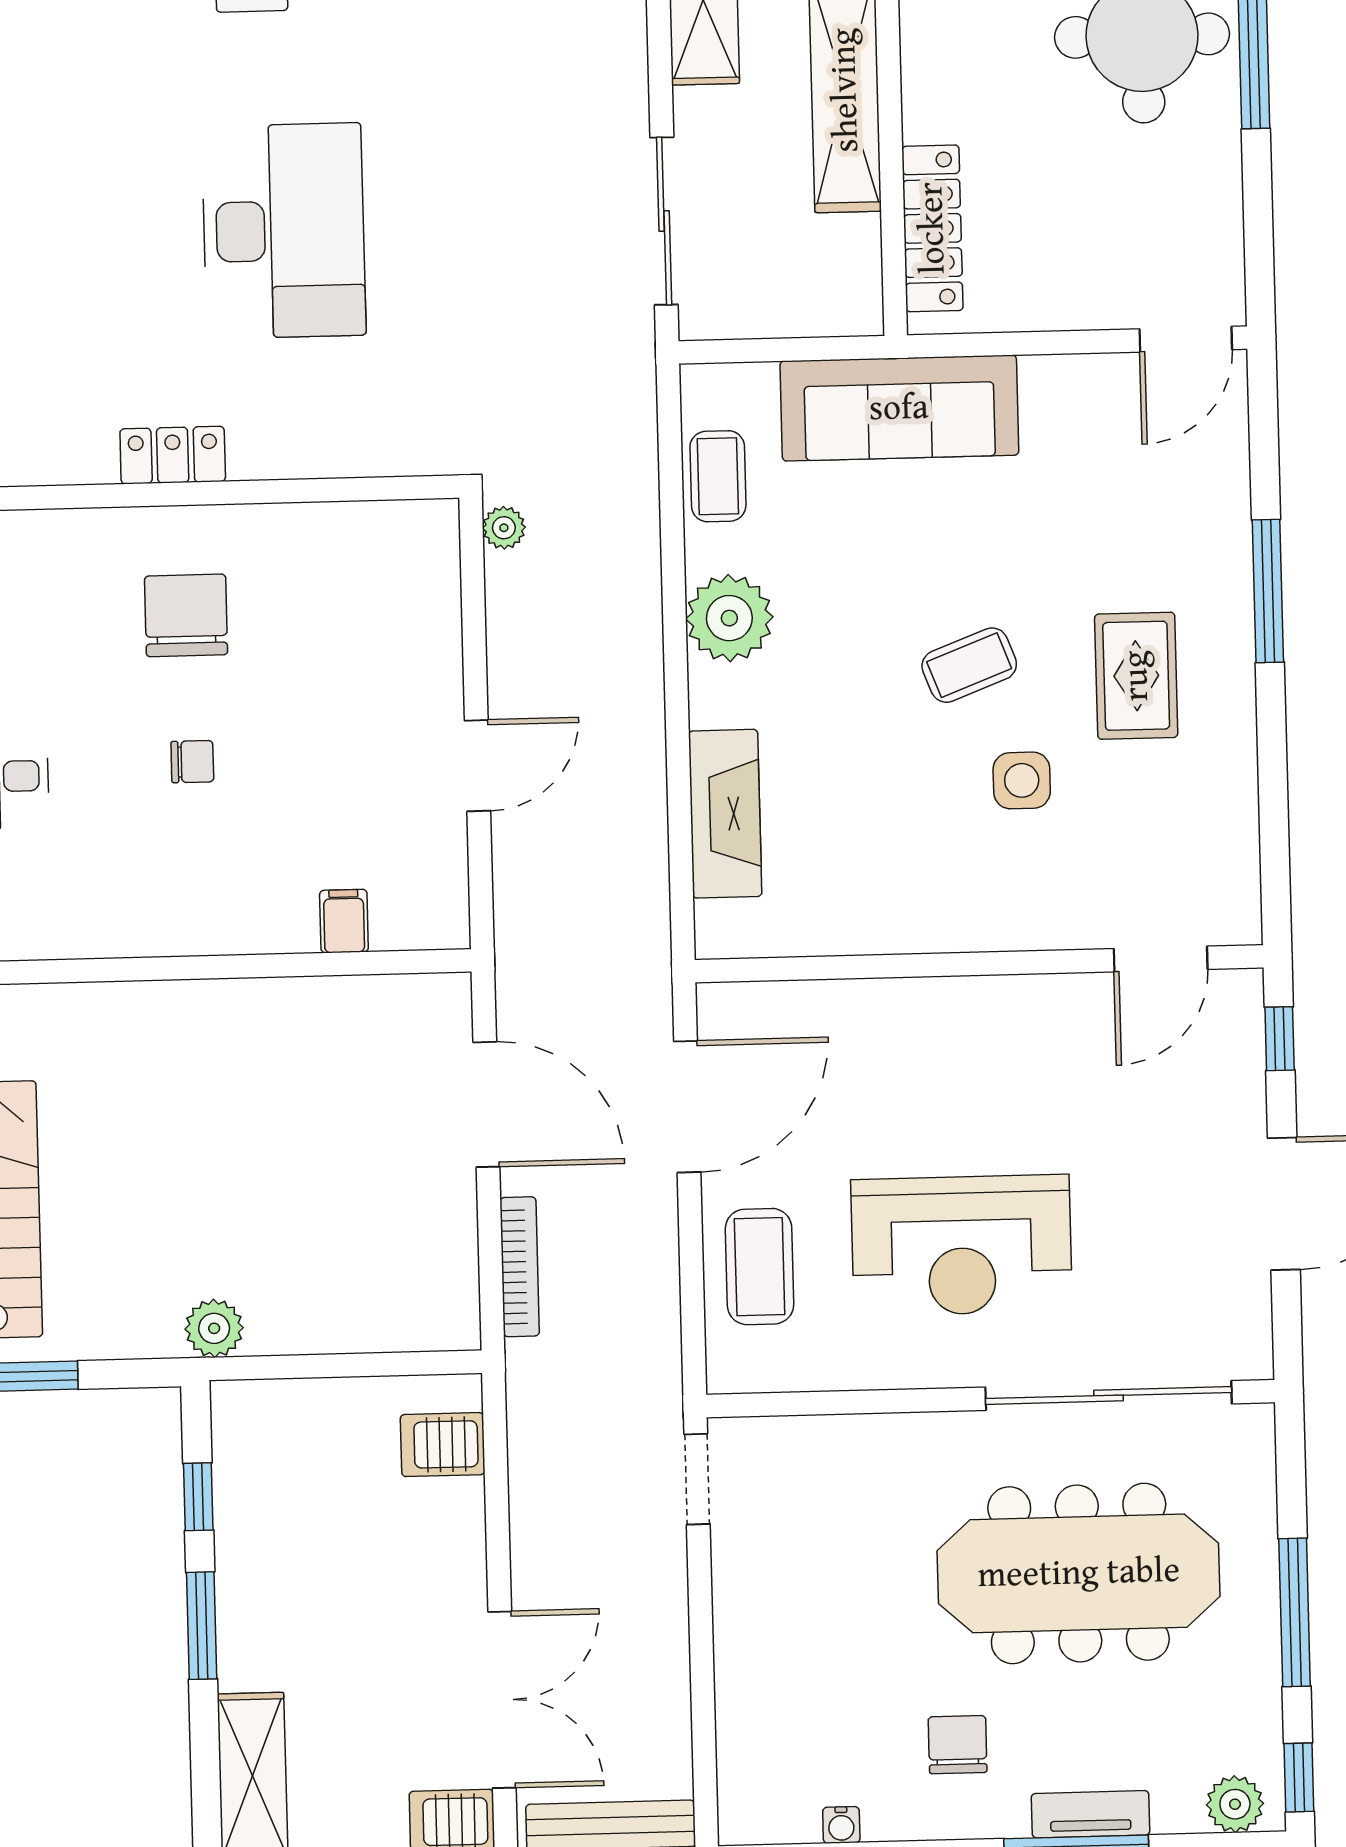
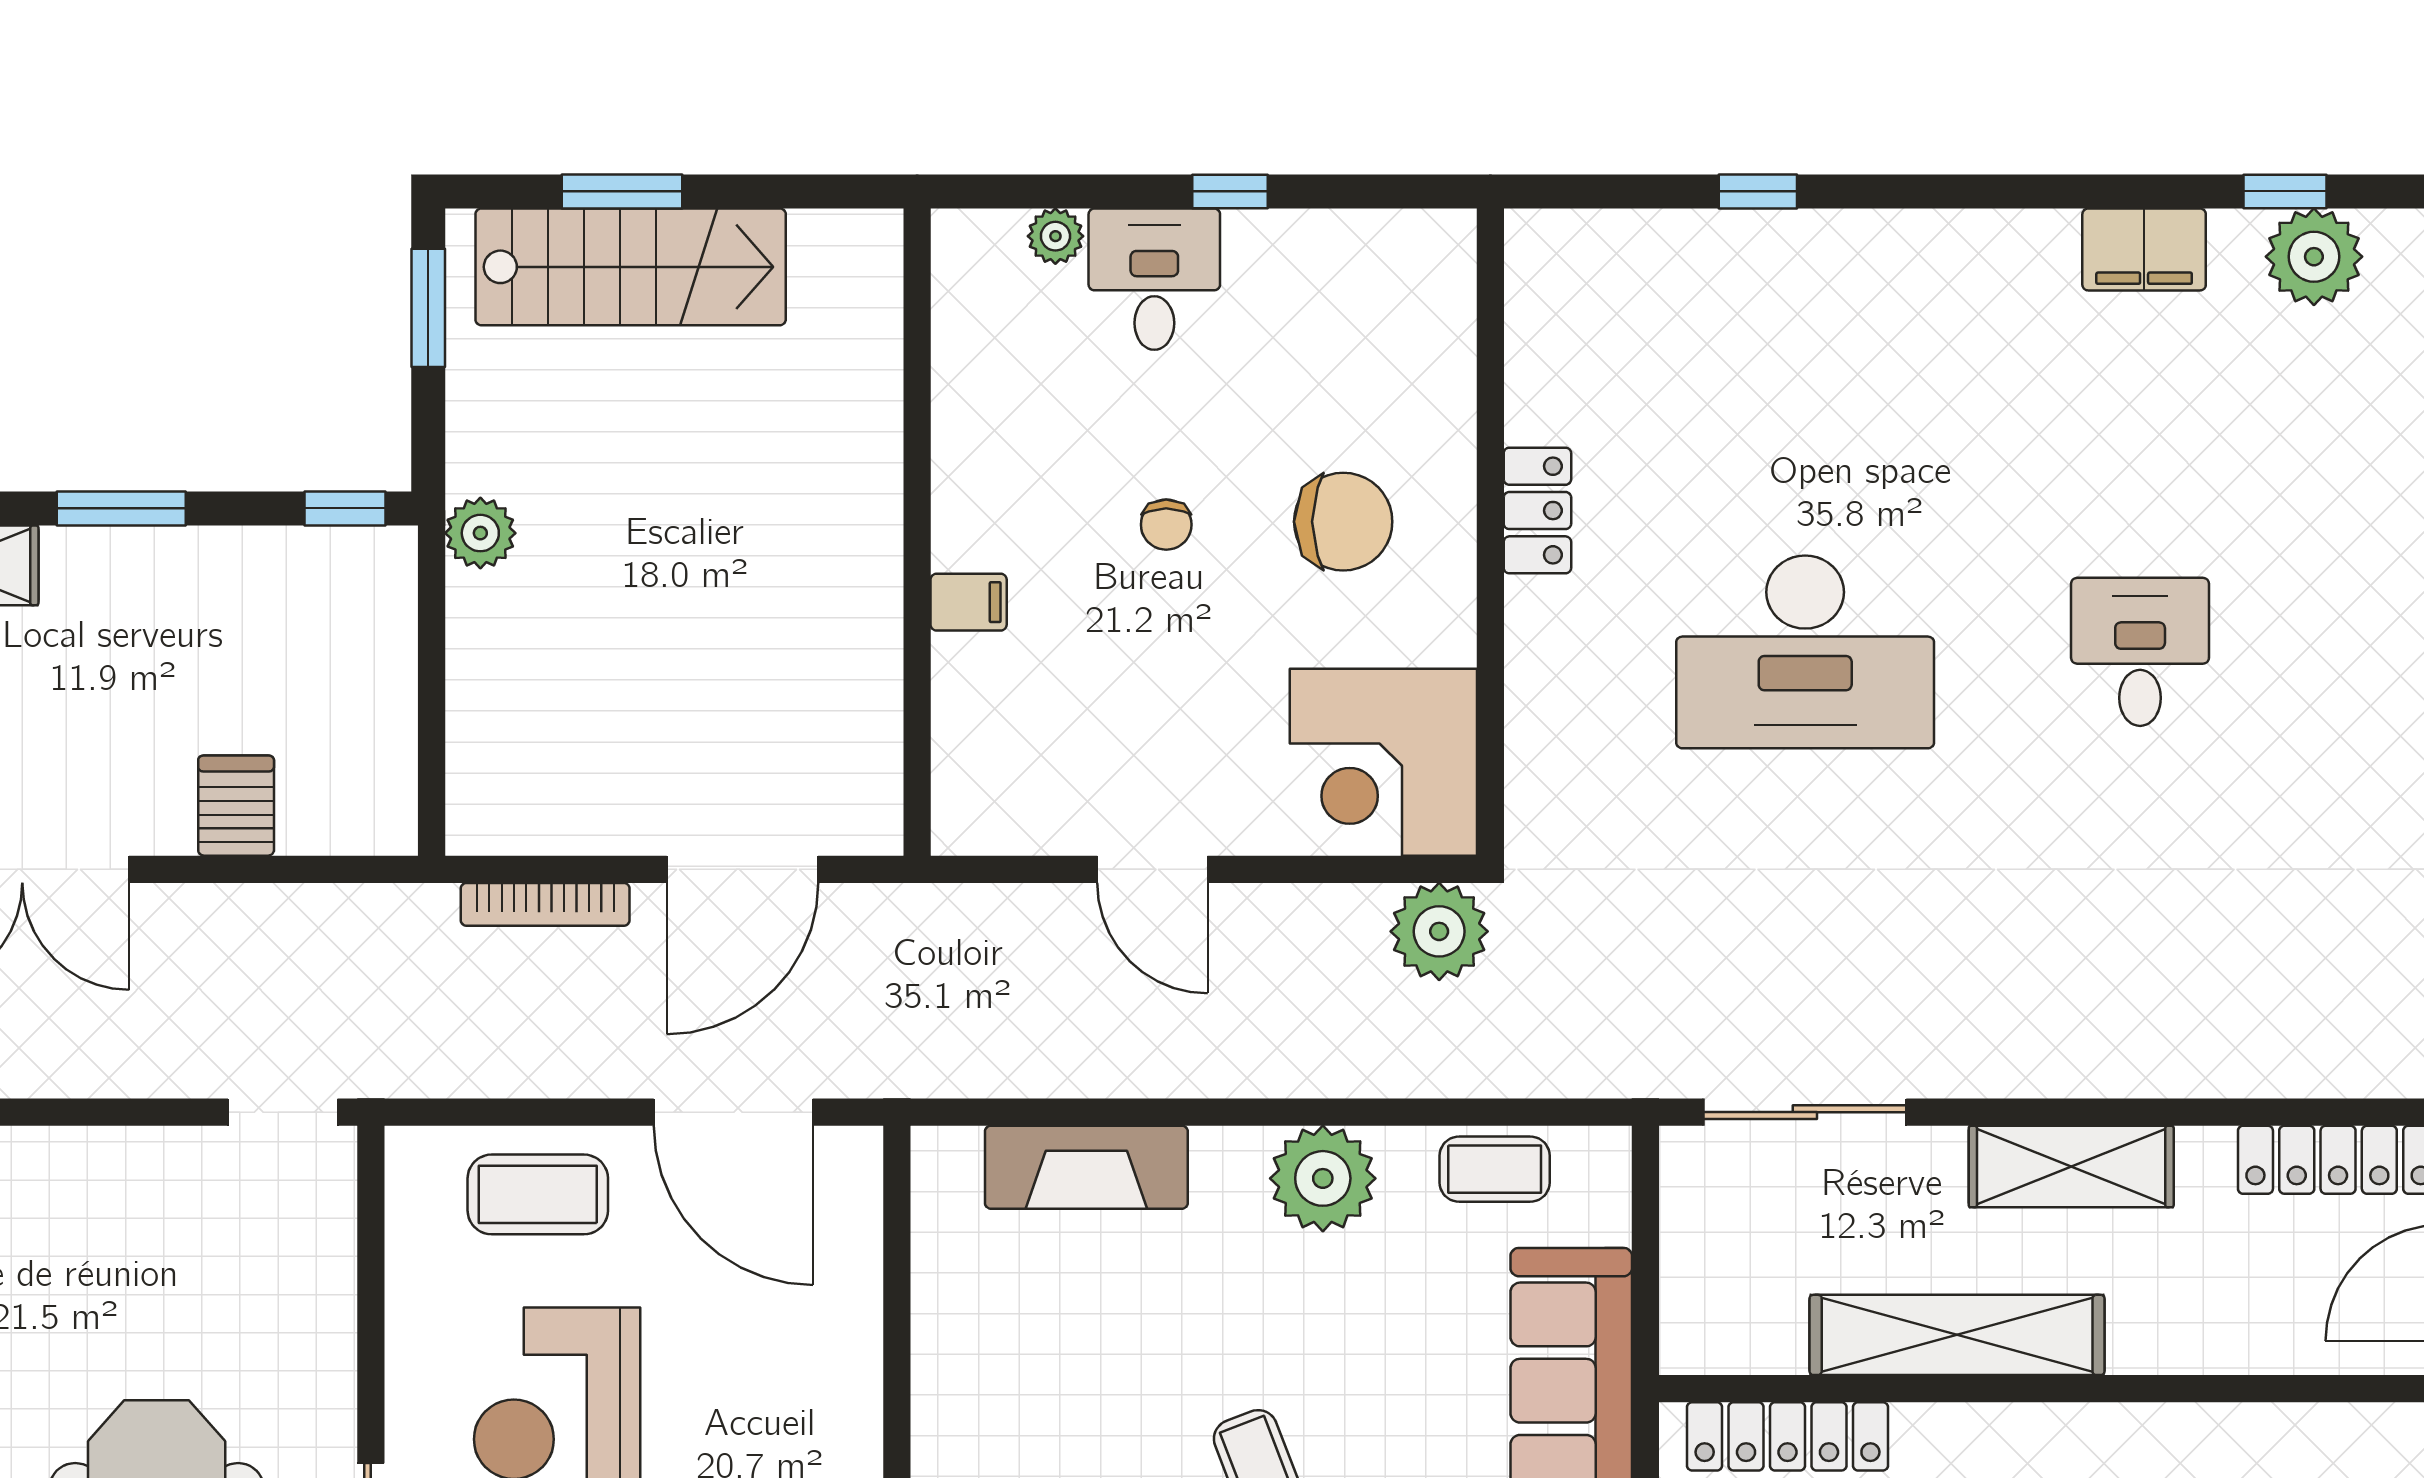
plant: (504, 528) -> (1439, 931), width x1.88, depth x1.88
corner desk: (384, 577) -> (1383, 762), added
filing cabinet: (344, 921) -> (969, 602), moved
server rack: (443, 1445) -> (236, 806), moved
window: (198, 1497) -> (345, 508), moved

